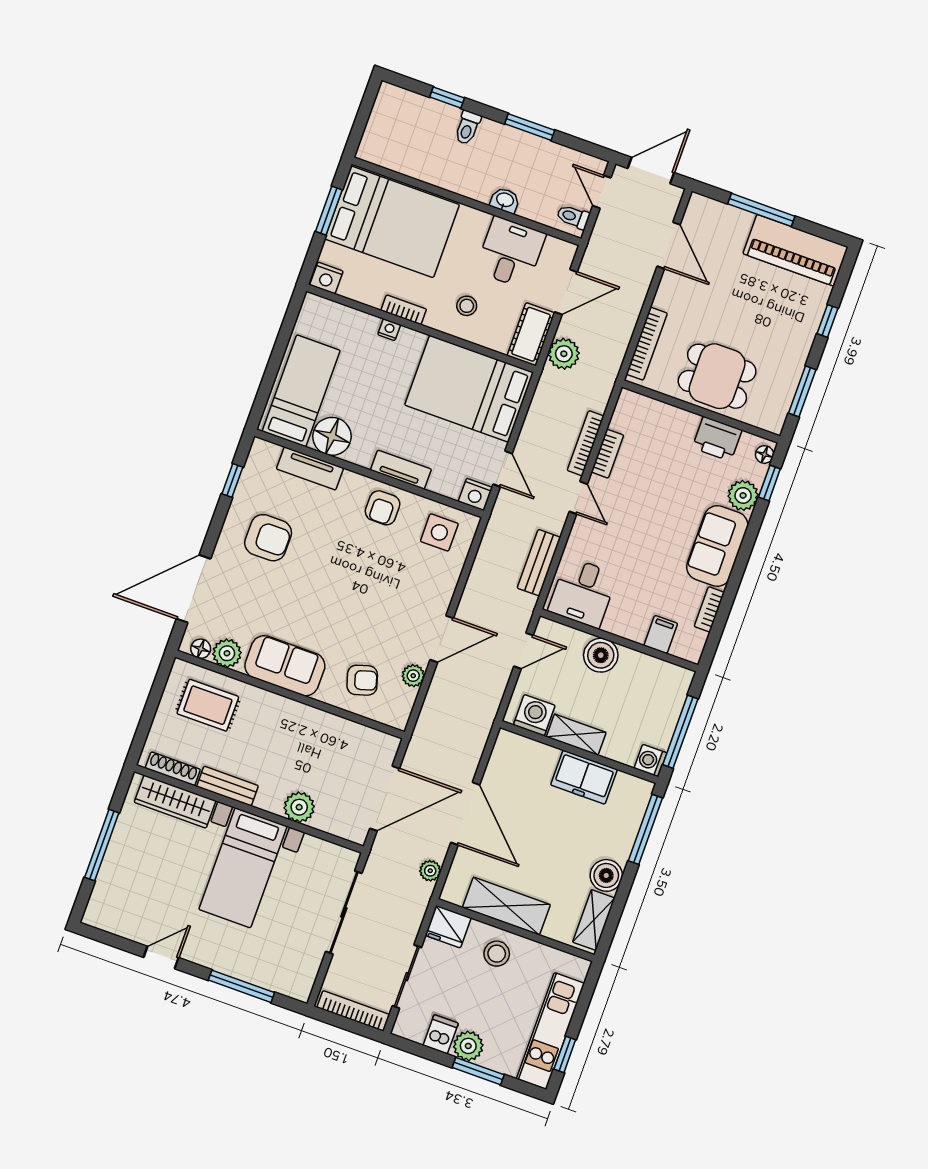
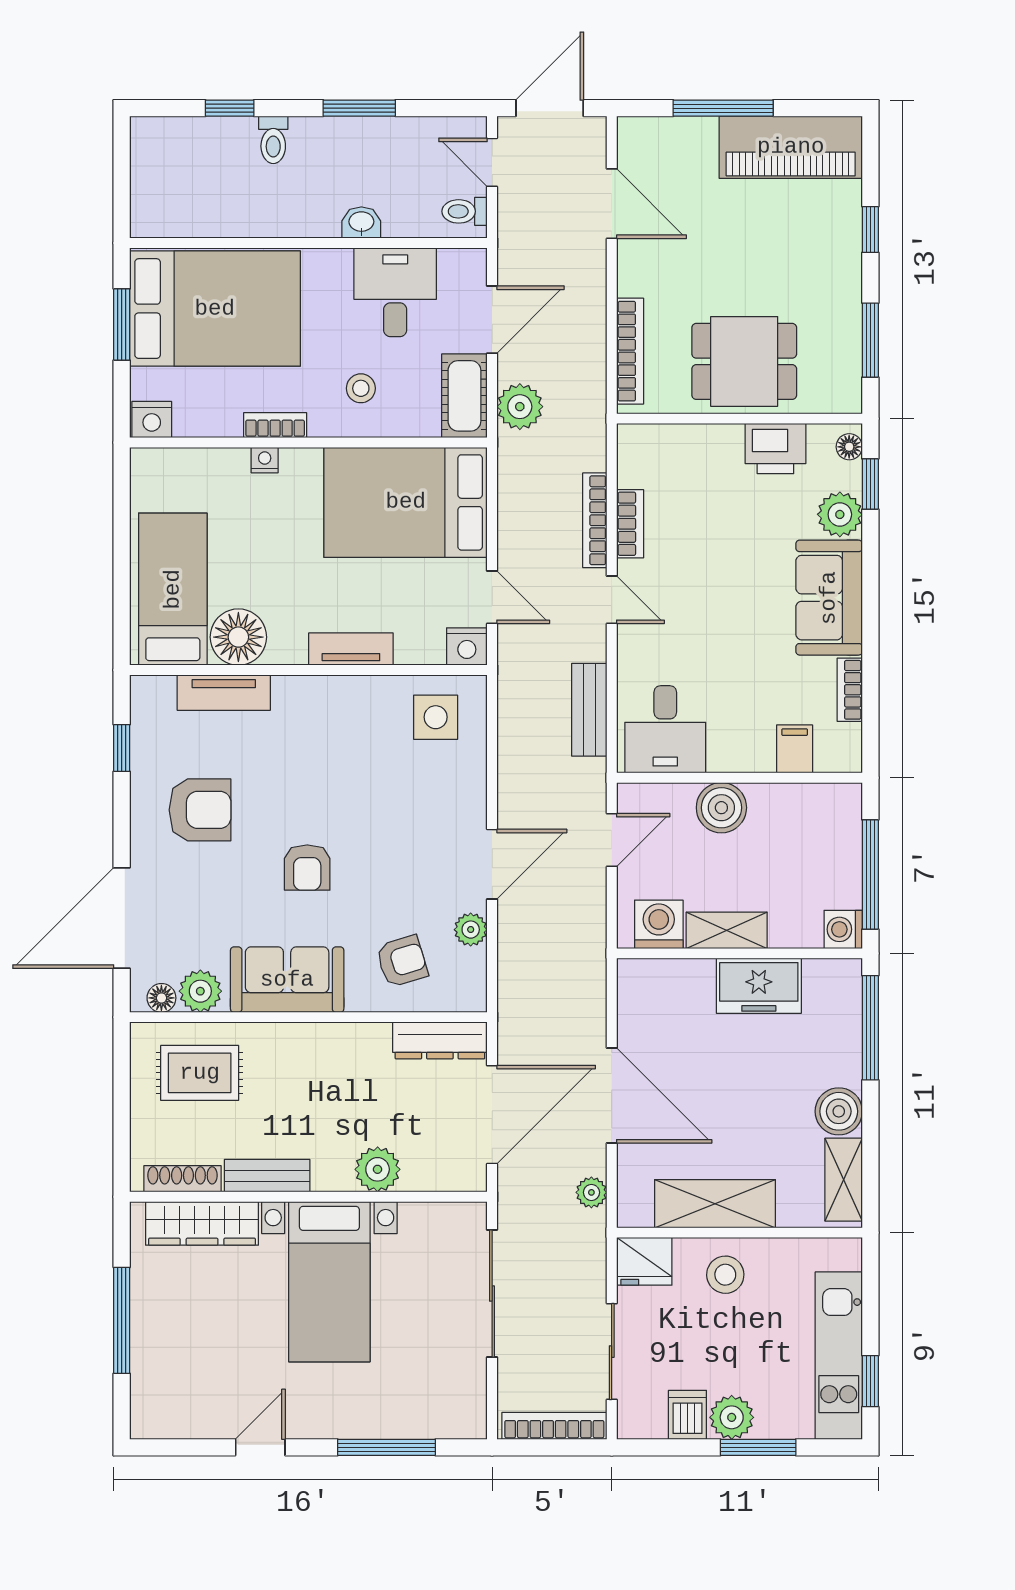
armchair: (383, 508) -> (307, 868), moved
dresser: (368, 739) -> (440, 1040), added

